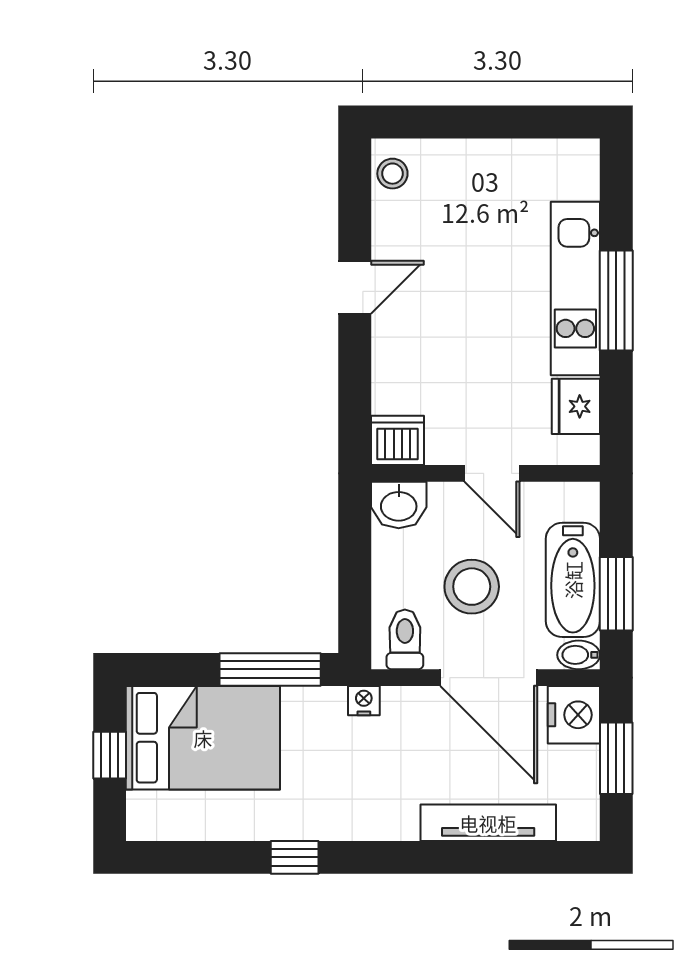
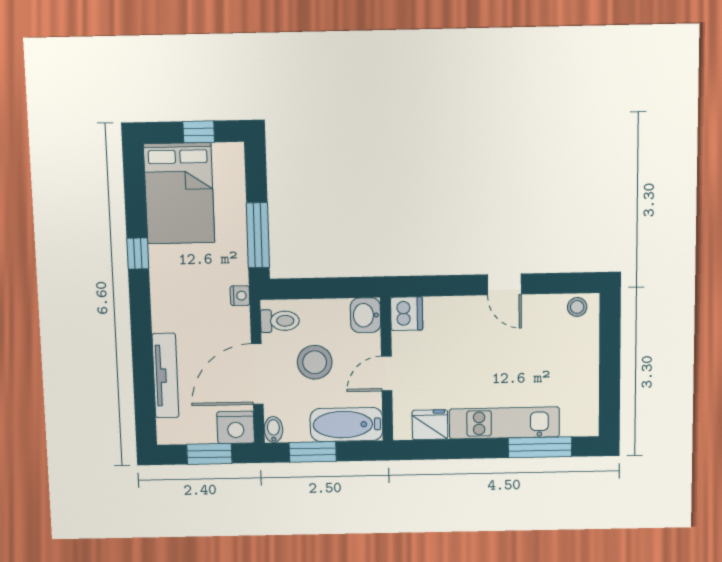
window: (616, 301) -> (540, 447), moved
bathtub: (573, 580) -> (346, 425), moved
bed: (203, 738) -> (179, 193), moved

